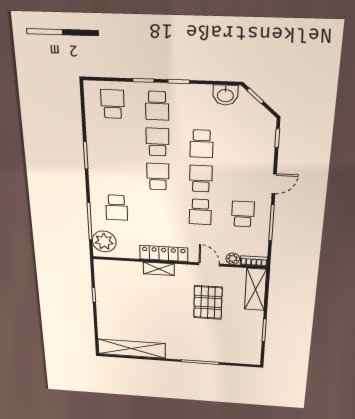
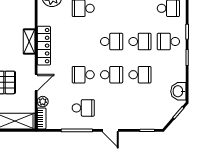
school desk: (202, 144) -> (140, 75), turned 180

